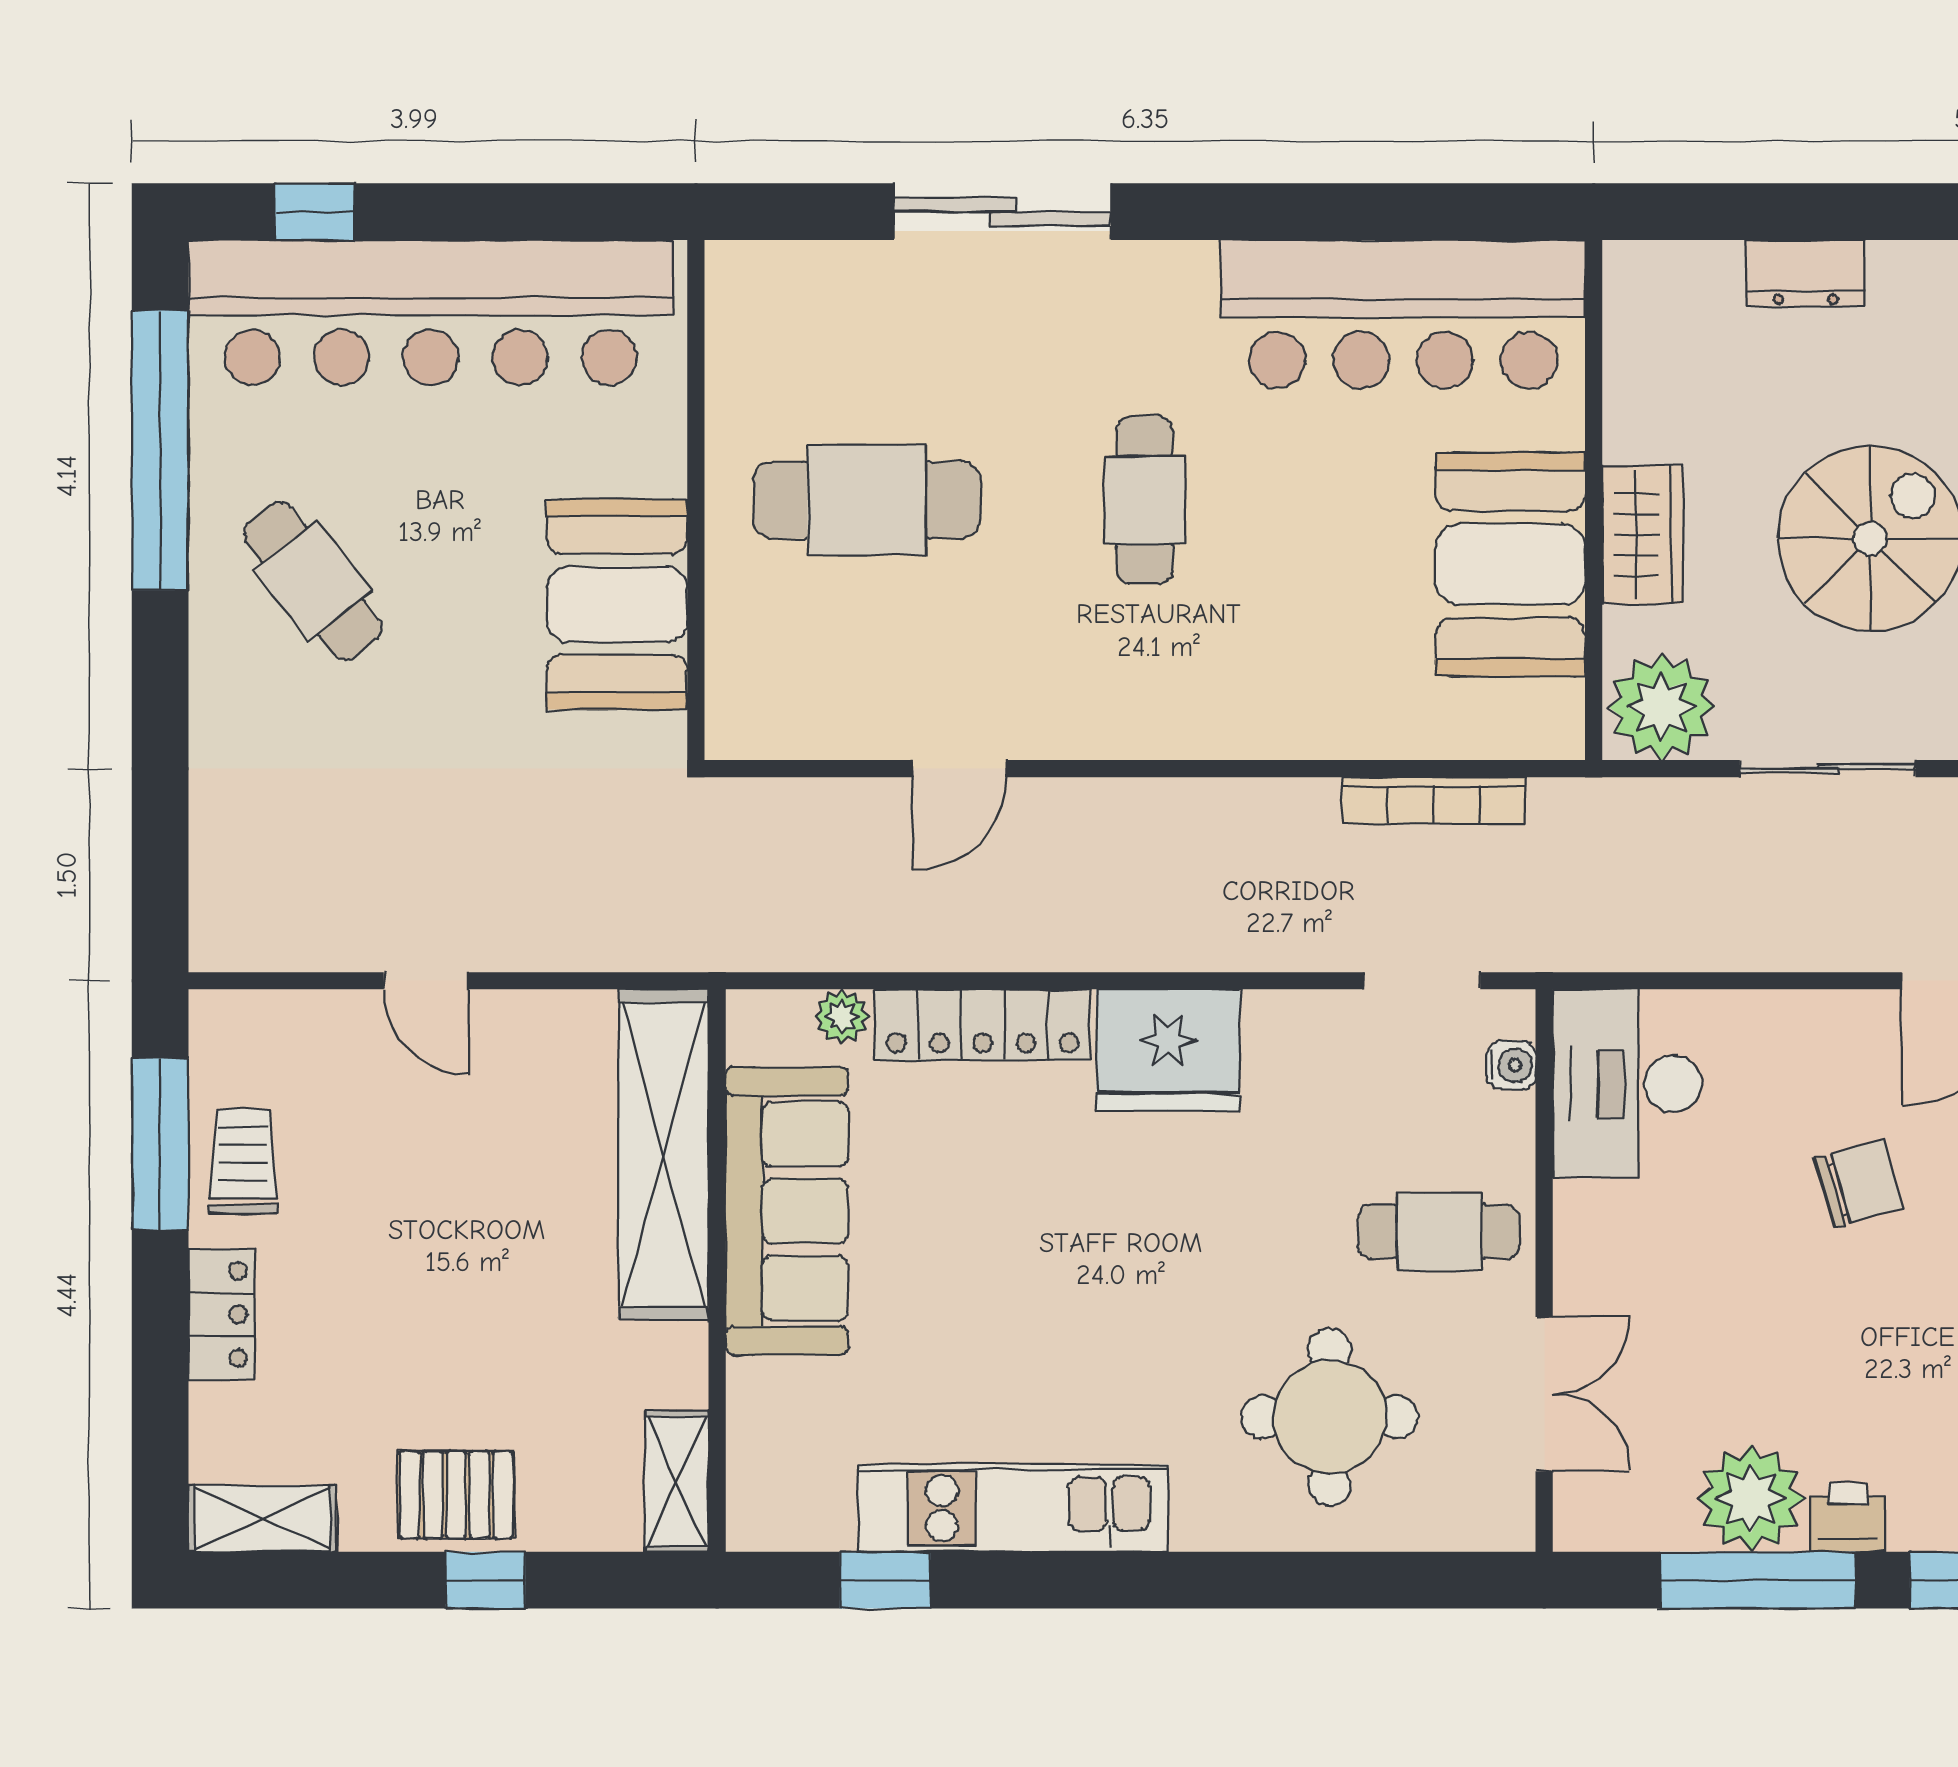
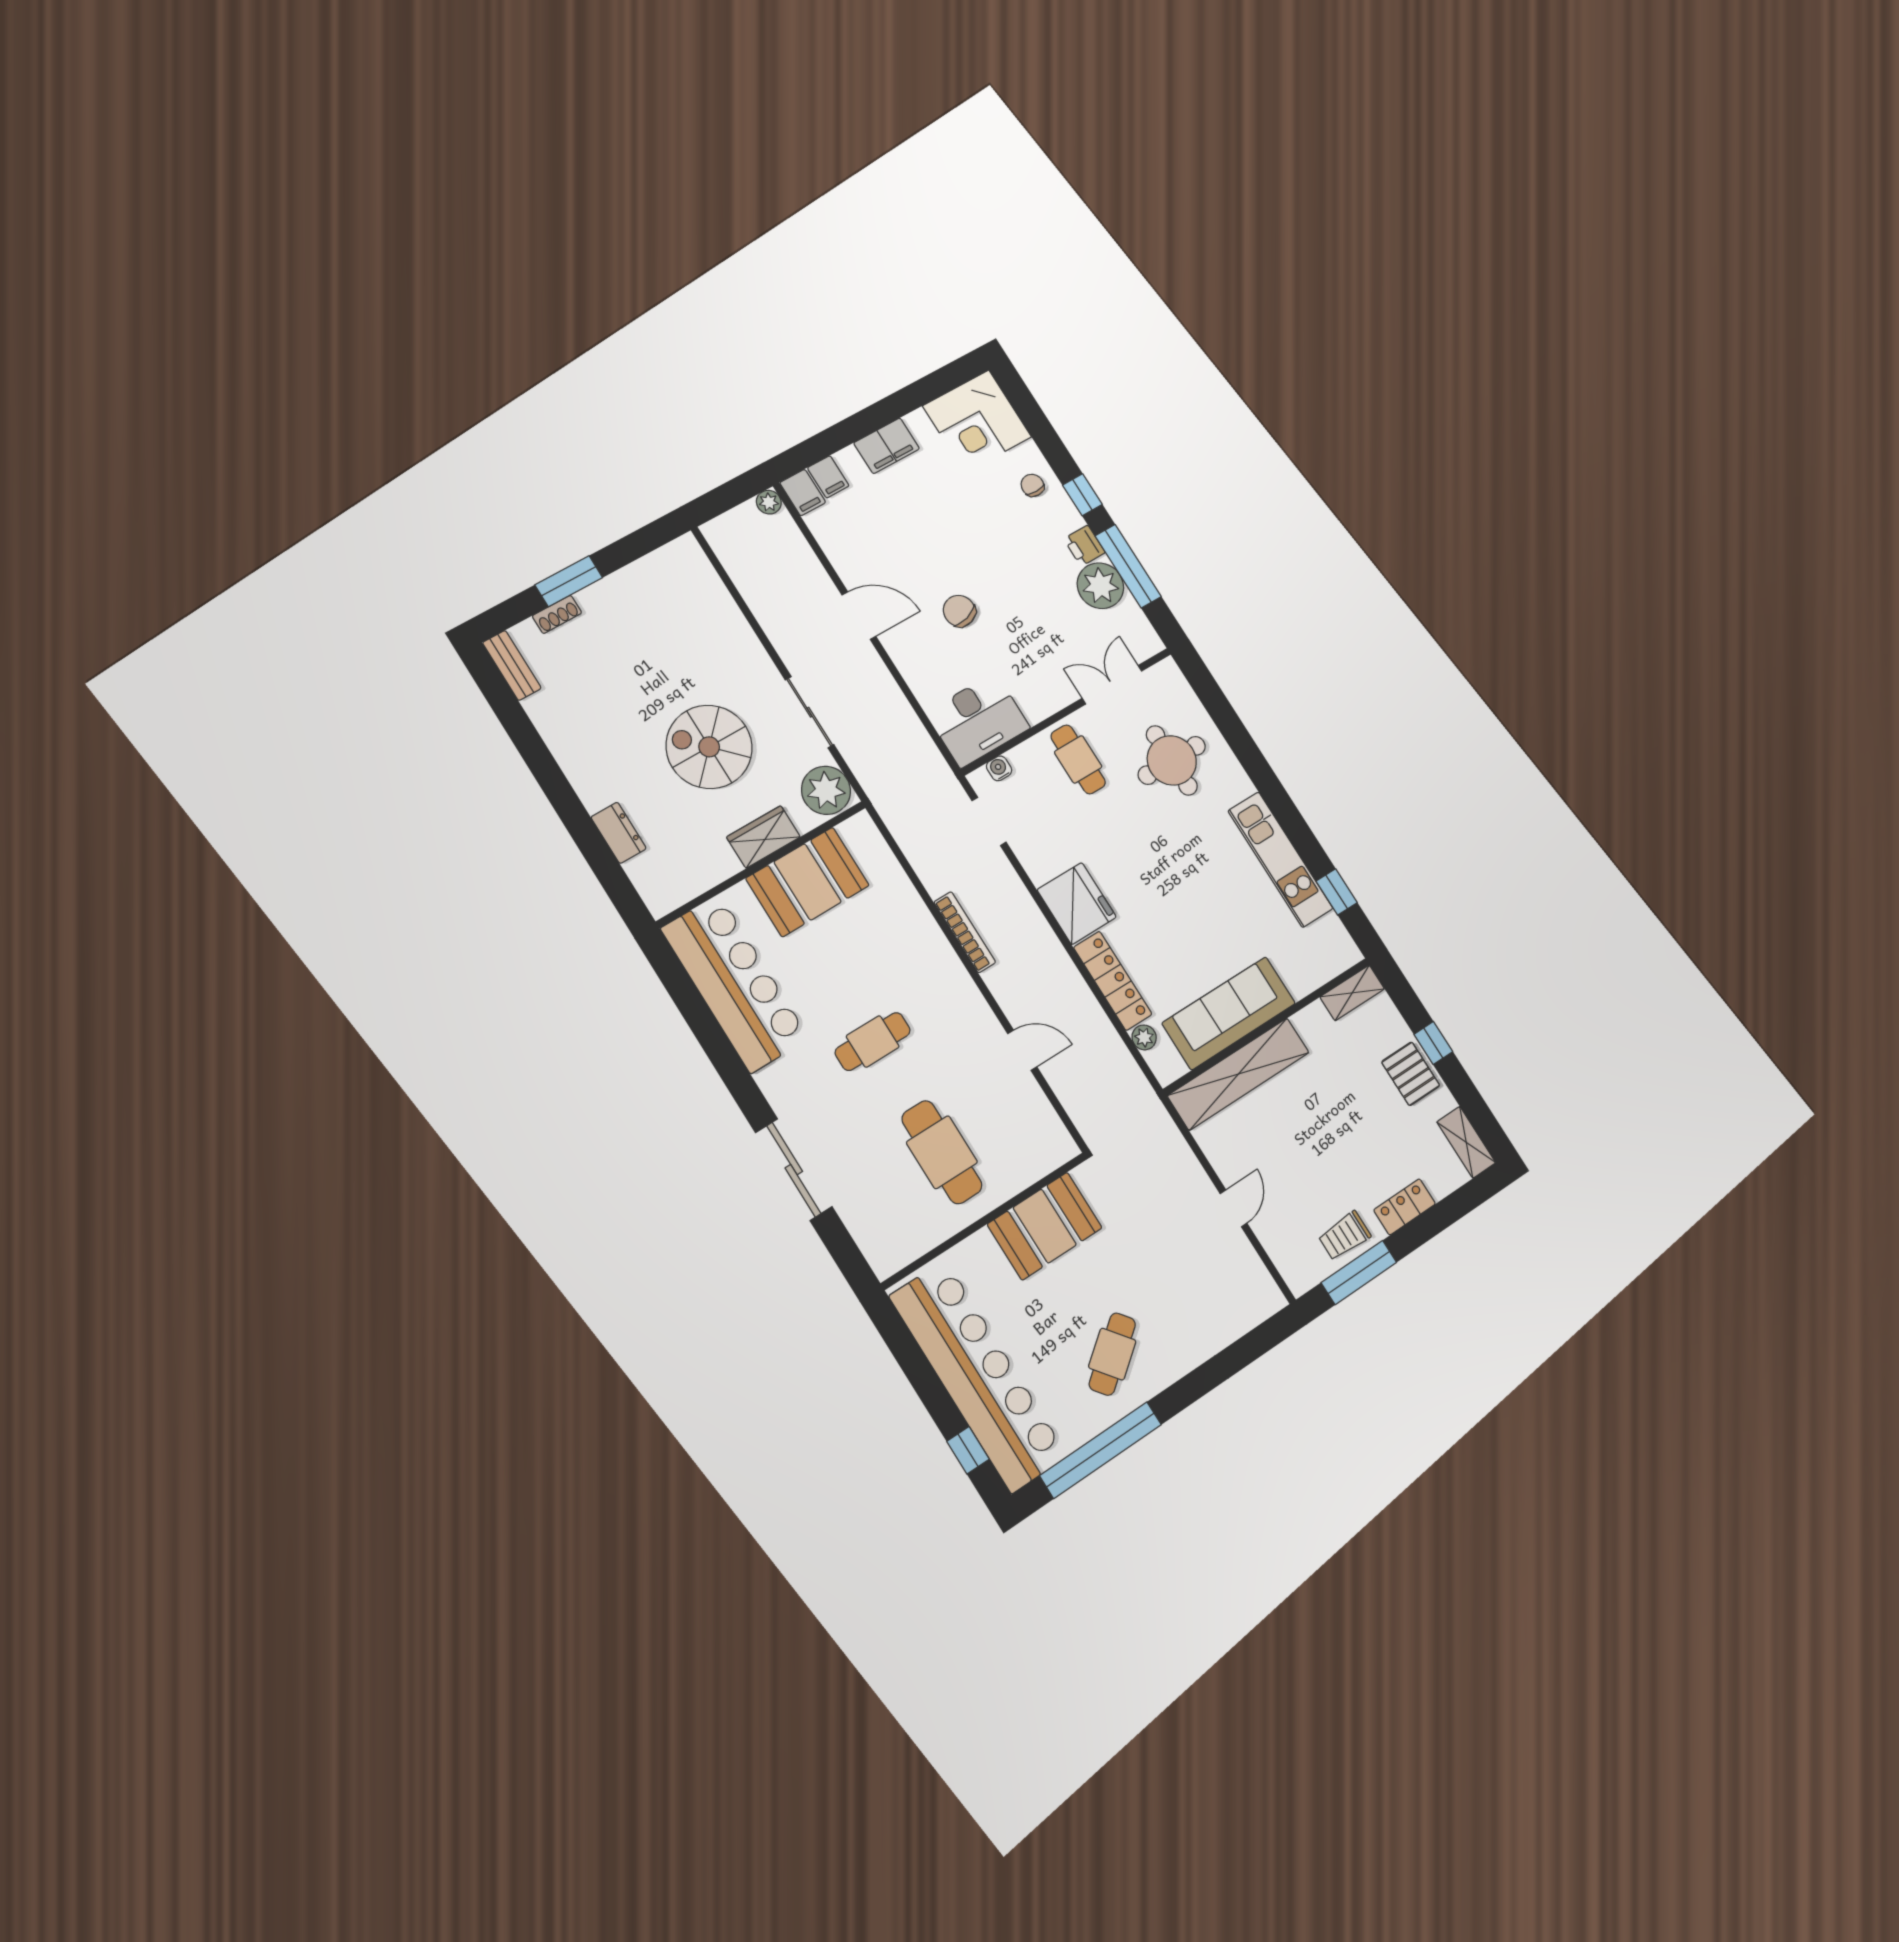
bookcase: (1434, 801) -> (965, 932), moved

